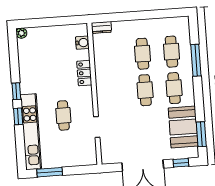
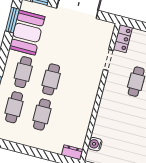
locker: (84, 73) -> (123, 39), moved

